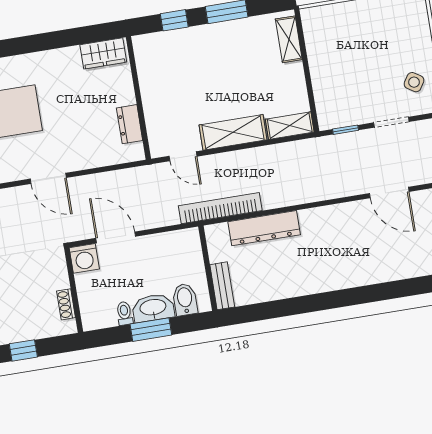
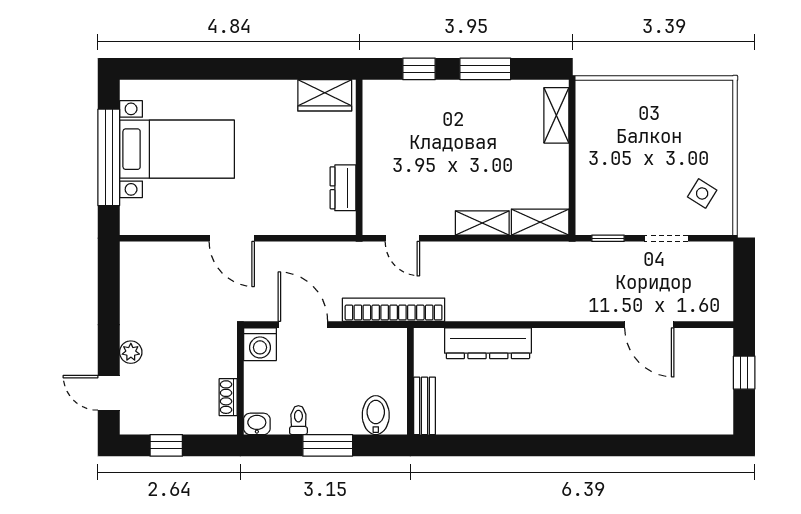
shelving: (233, 132) -> (482, 223), width x0.67, depth x0.75
bookcase: (220, 208) -> (394, 310), moved
washbasin: (153, 308) -> (257, 424), moved, width x0.52, depth x0.69

